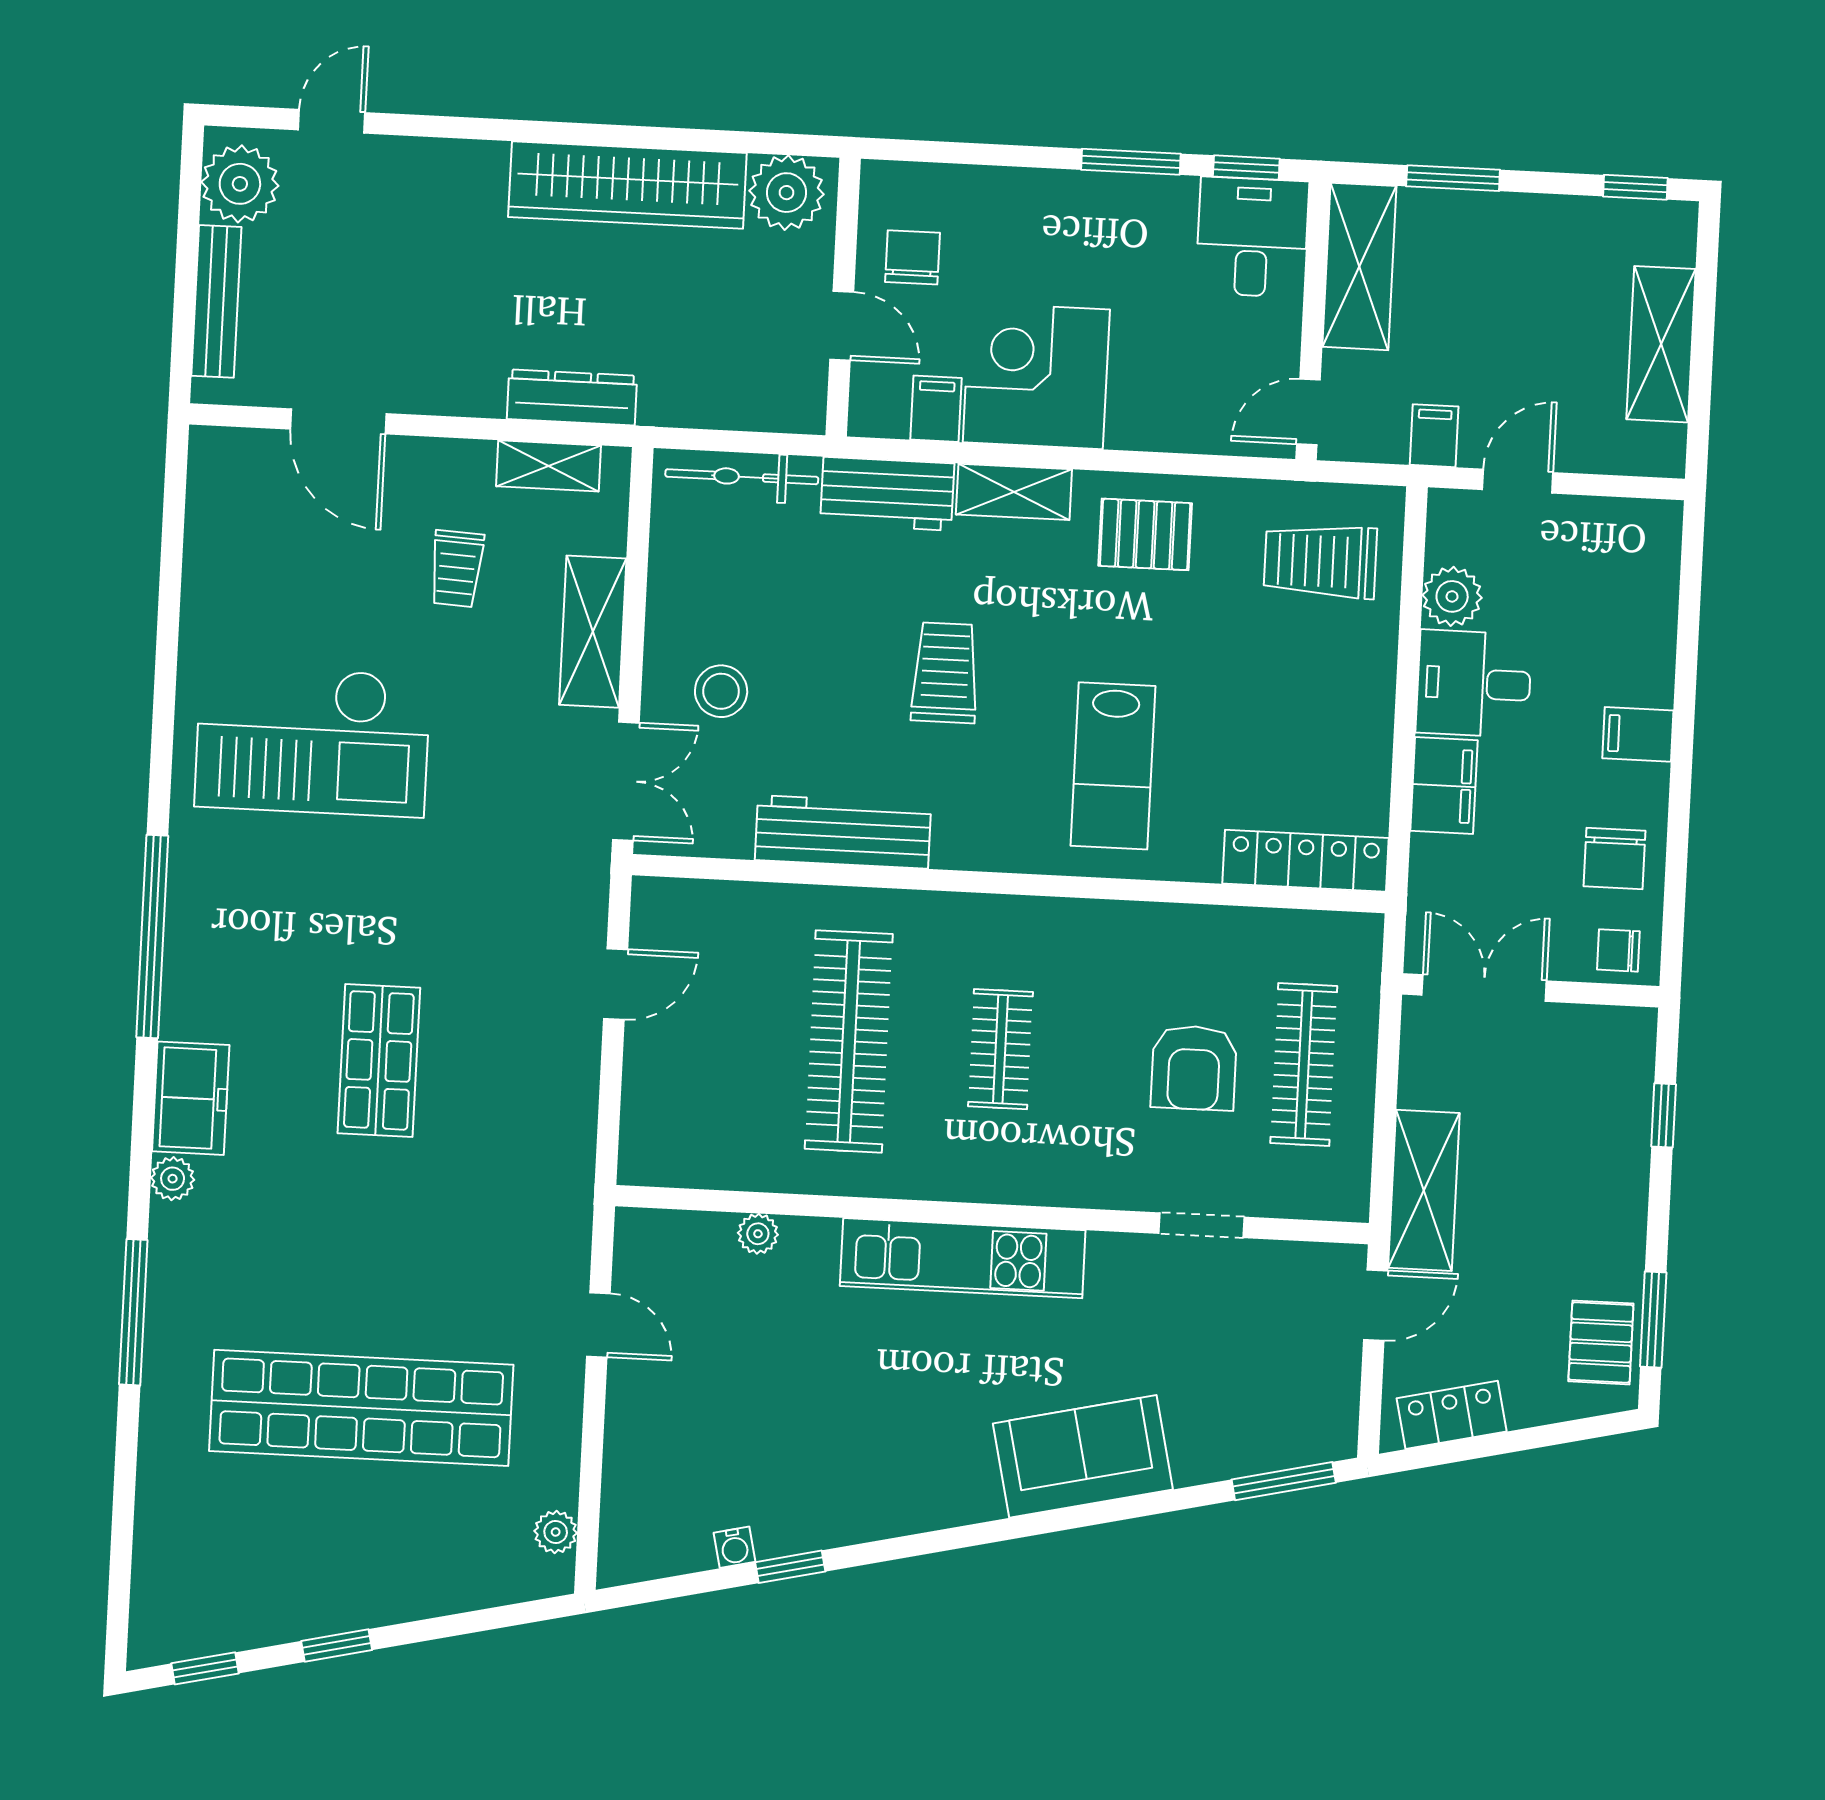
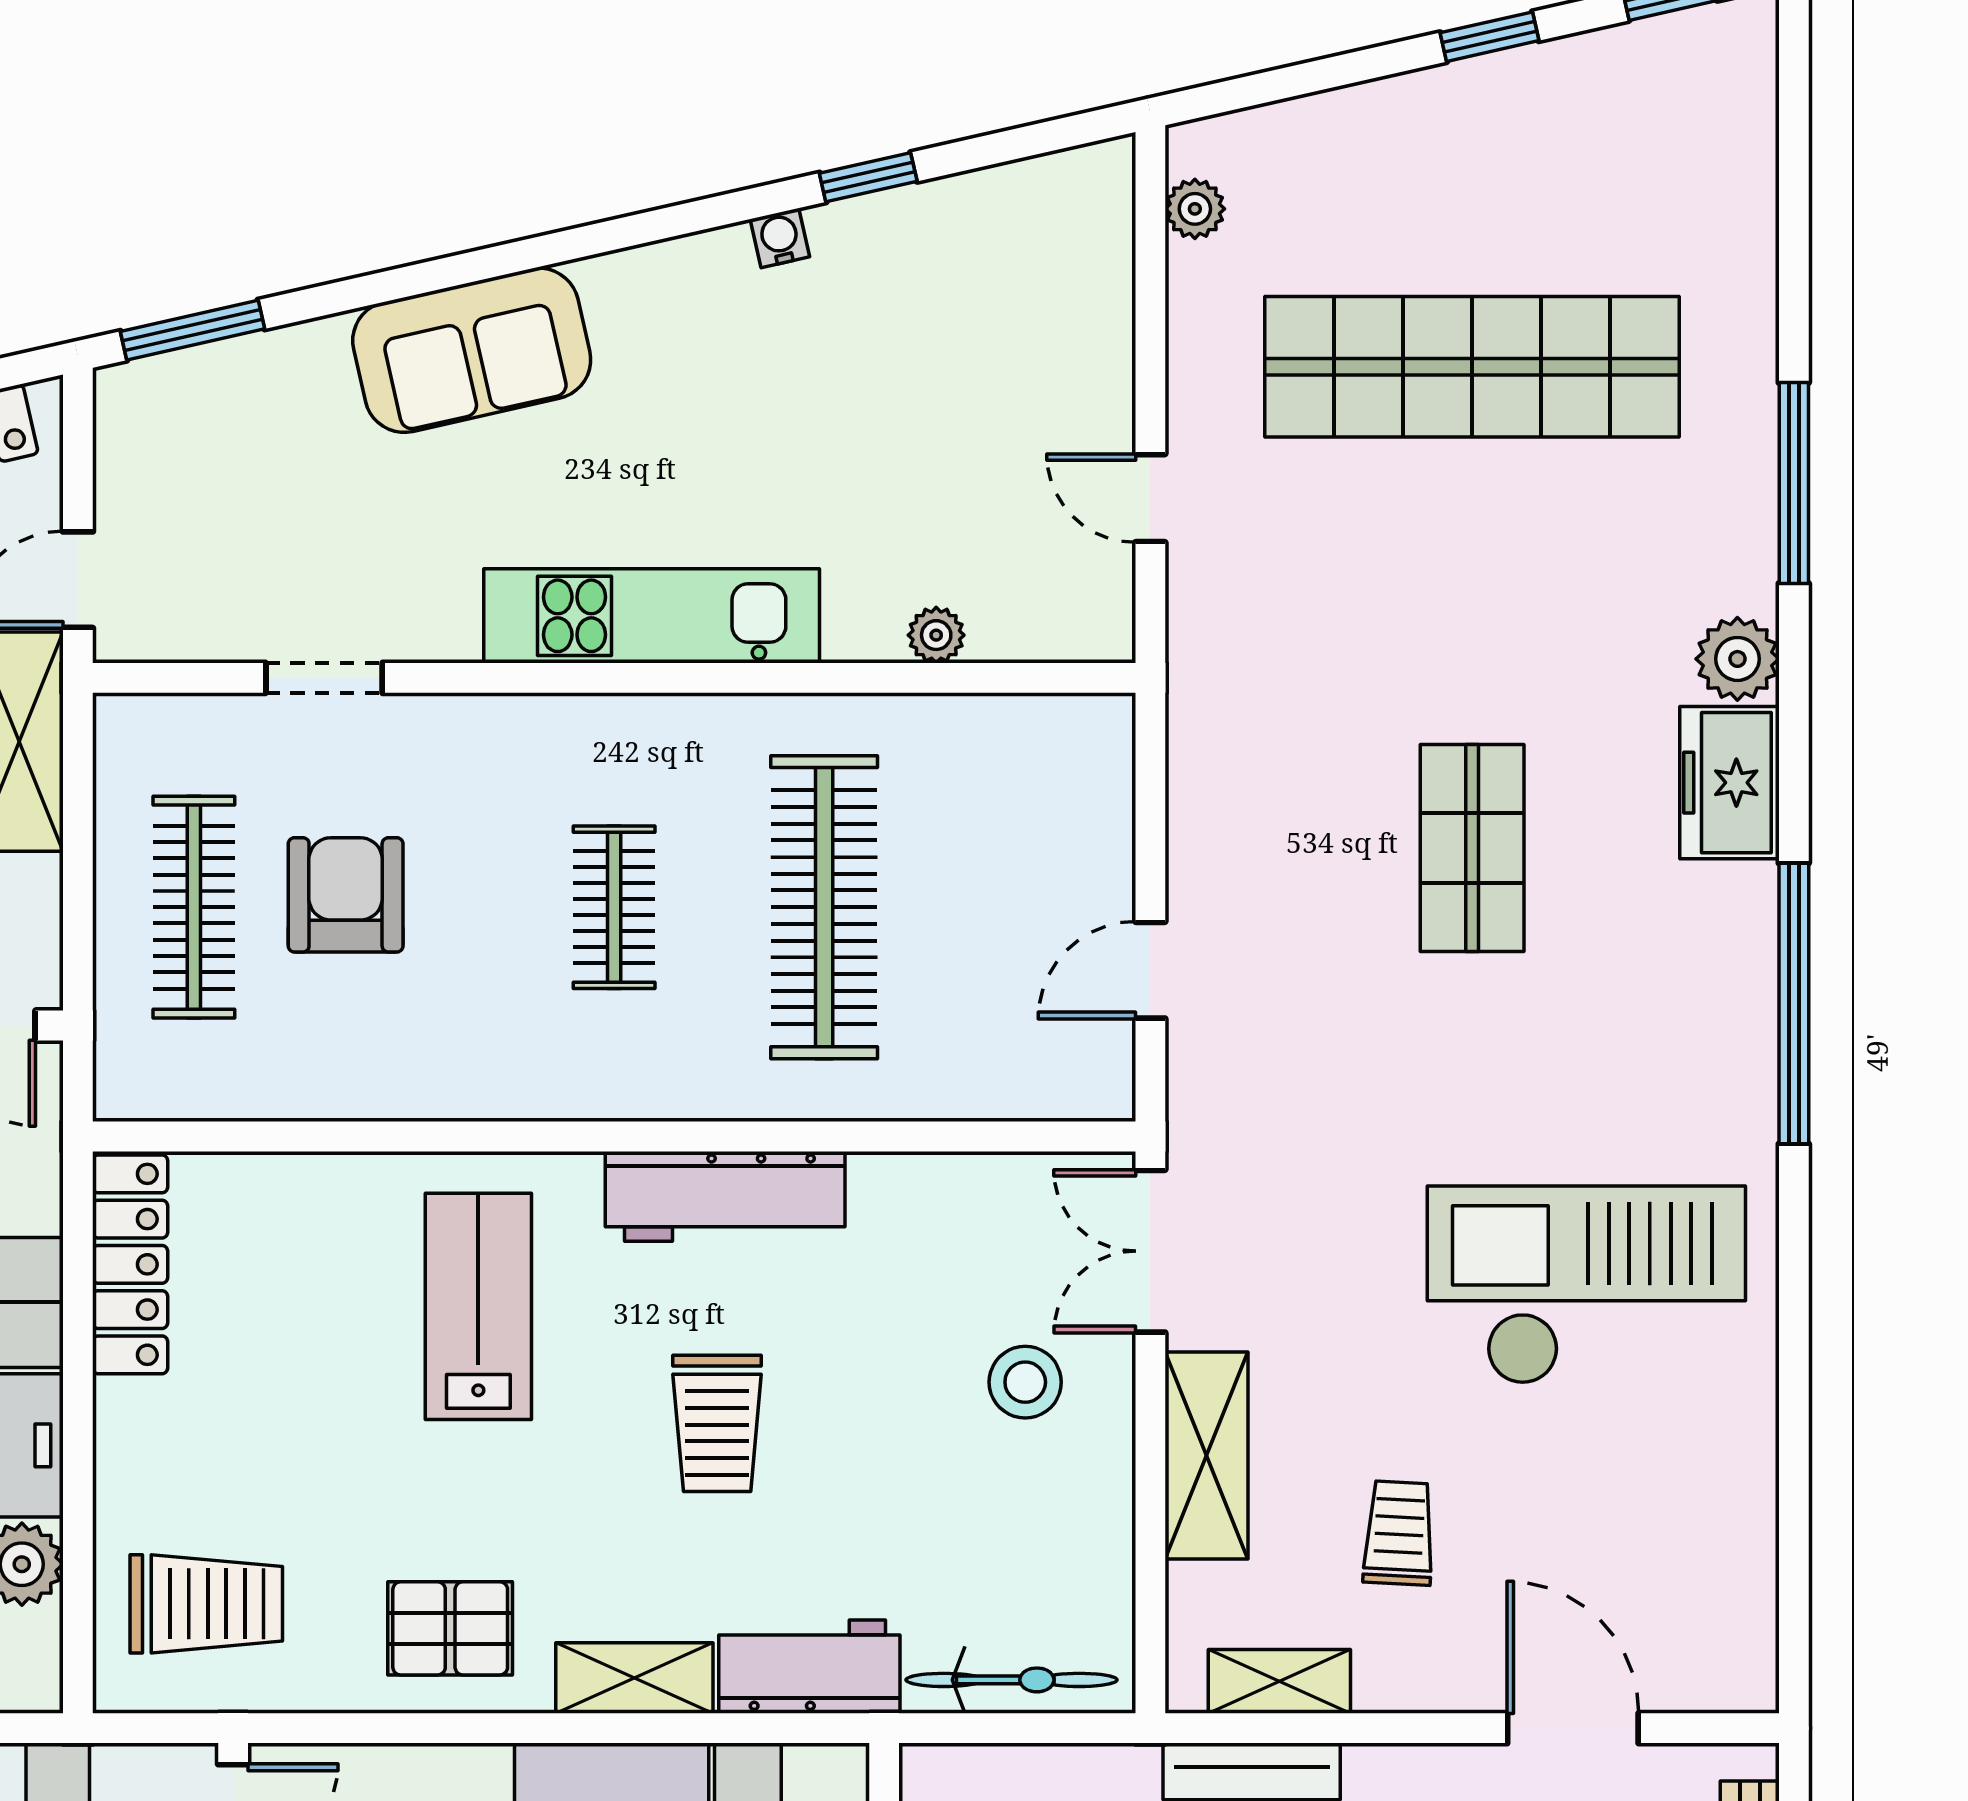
workbench: (843, 832) -> (725, 1196), moved
locker: (1306, 861) -> (130, 1264), moved, turned -90
plant: (173, 1179) -> (1737, 659), width x1.38, depth x1.38
water cooler: (735, 1547) -> (780, 238), moved

